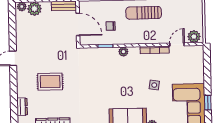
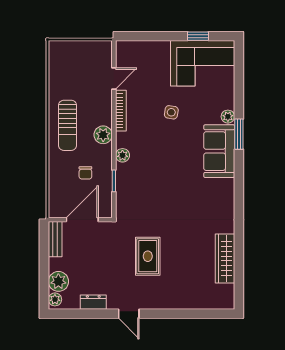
plant: (194, 37) -> (103, 135), moved
door: (177, 44) -> (114, 78), swing flipped
rug: (50, 82) -> (148, 256), moved
dresser: (22, 107) -> (93, 302), moved

